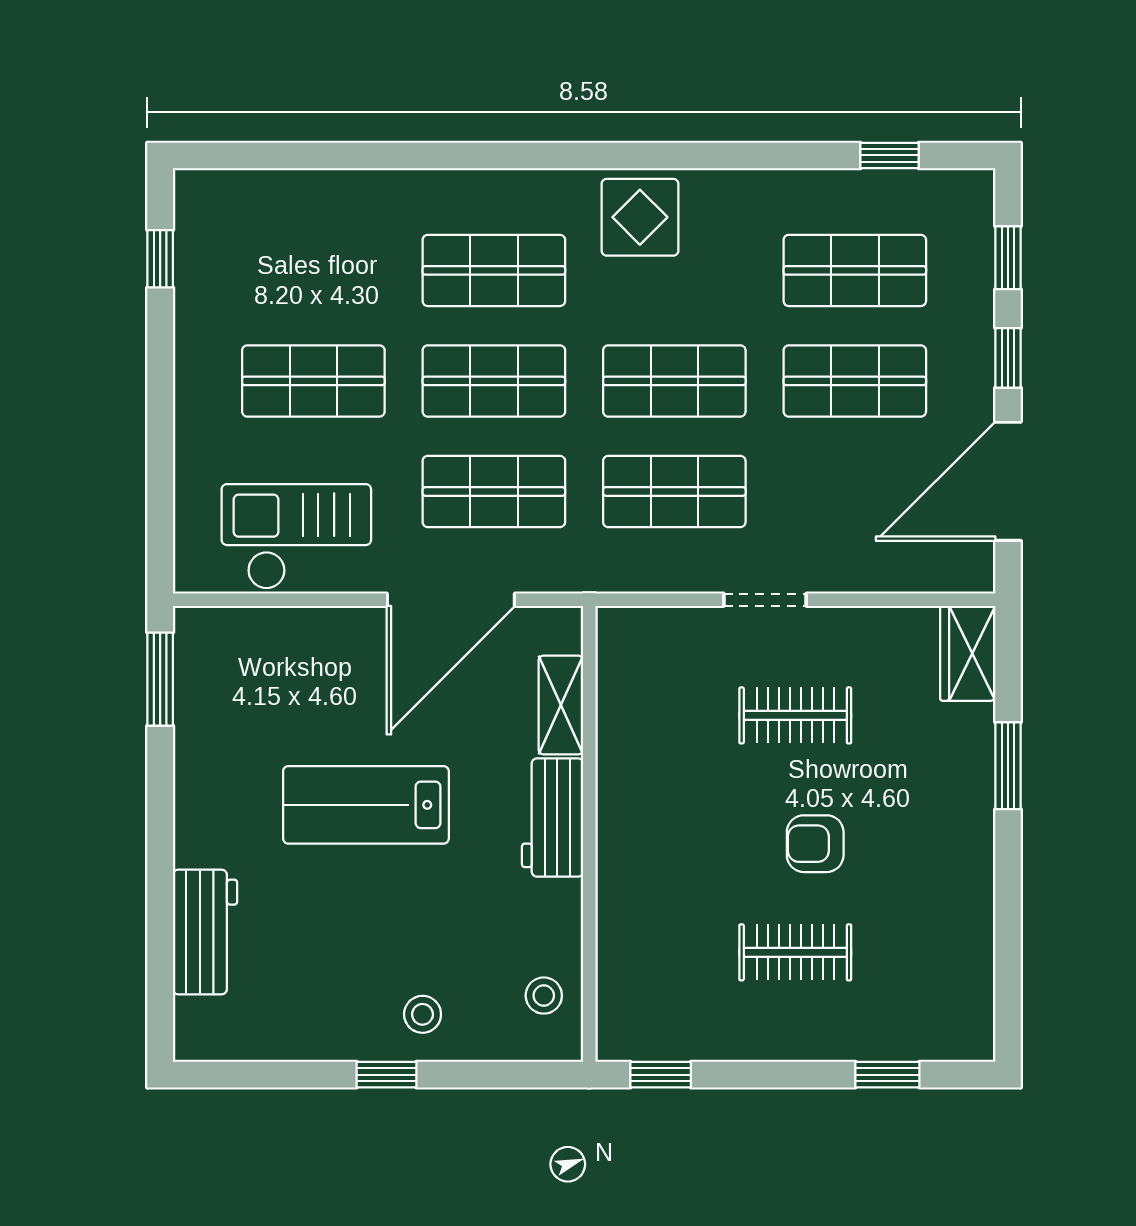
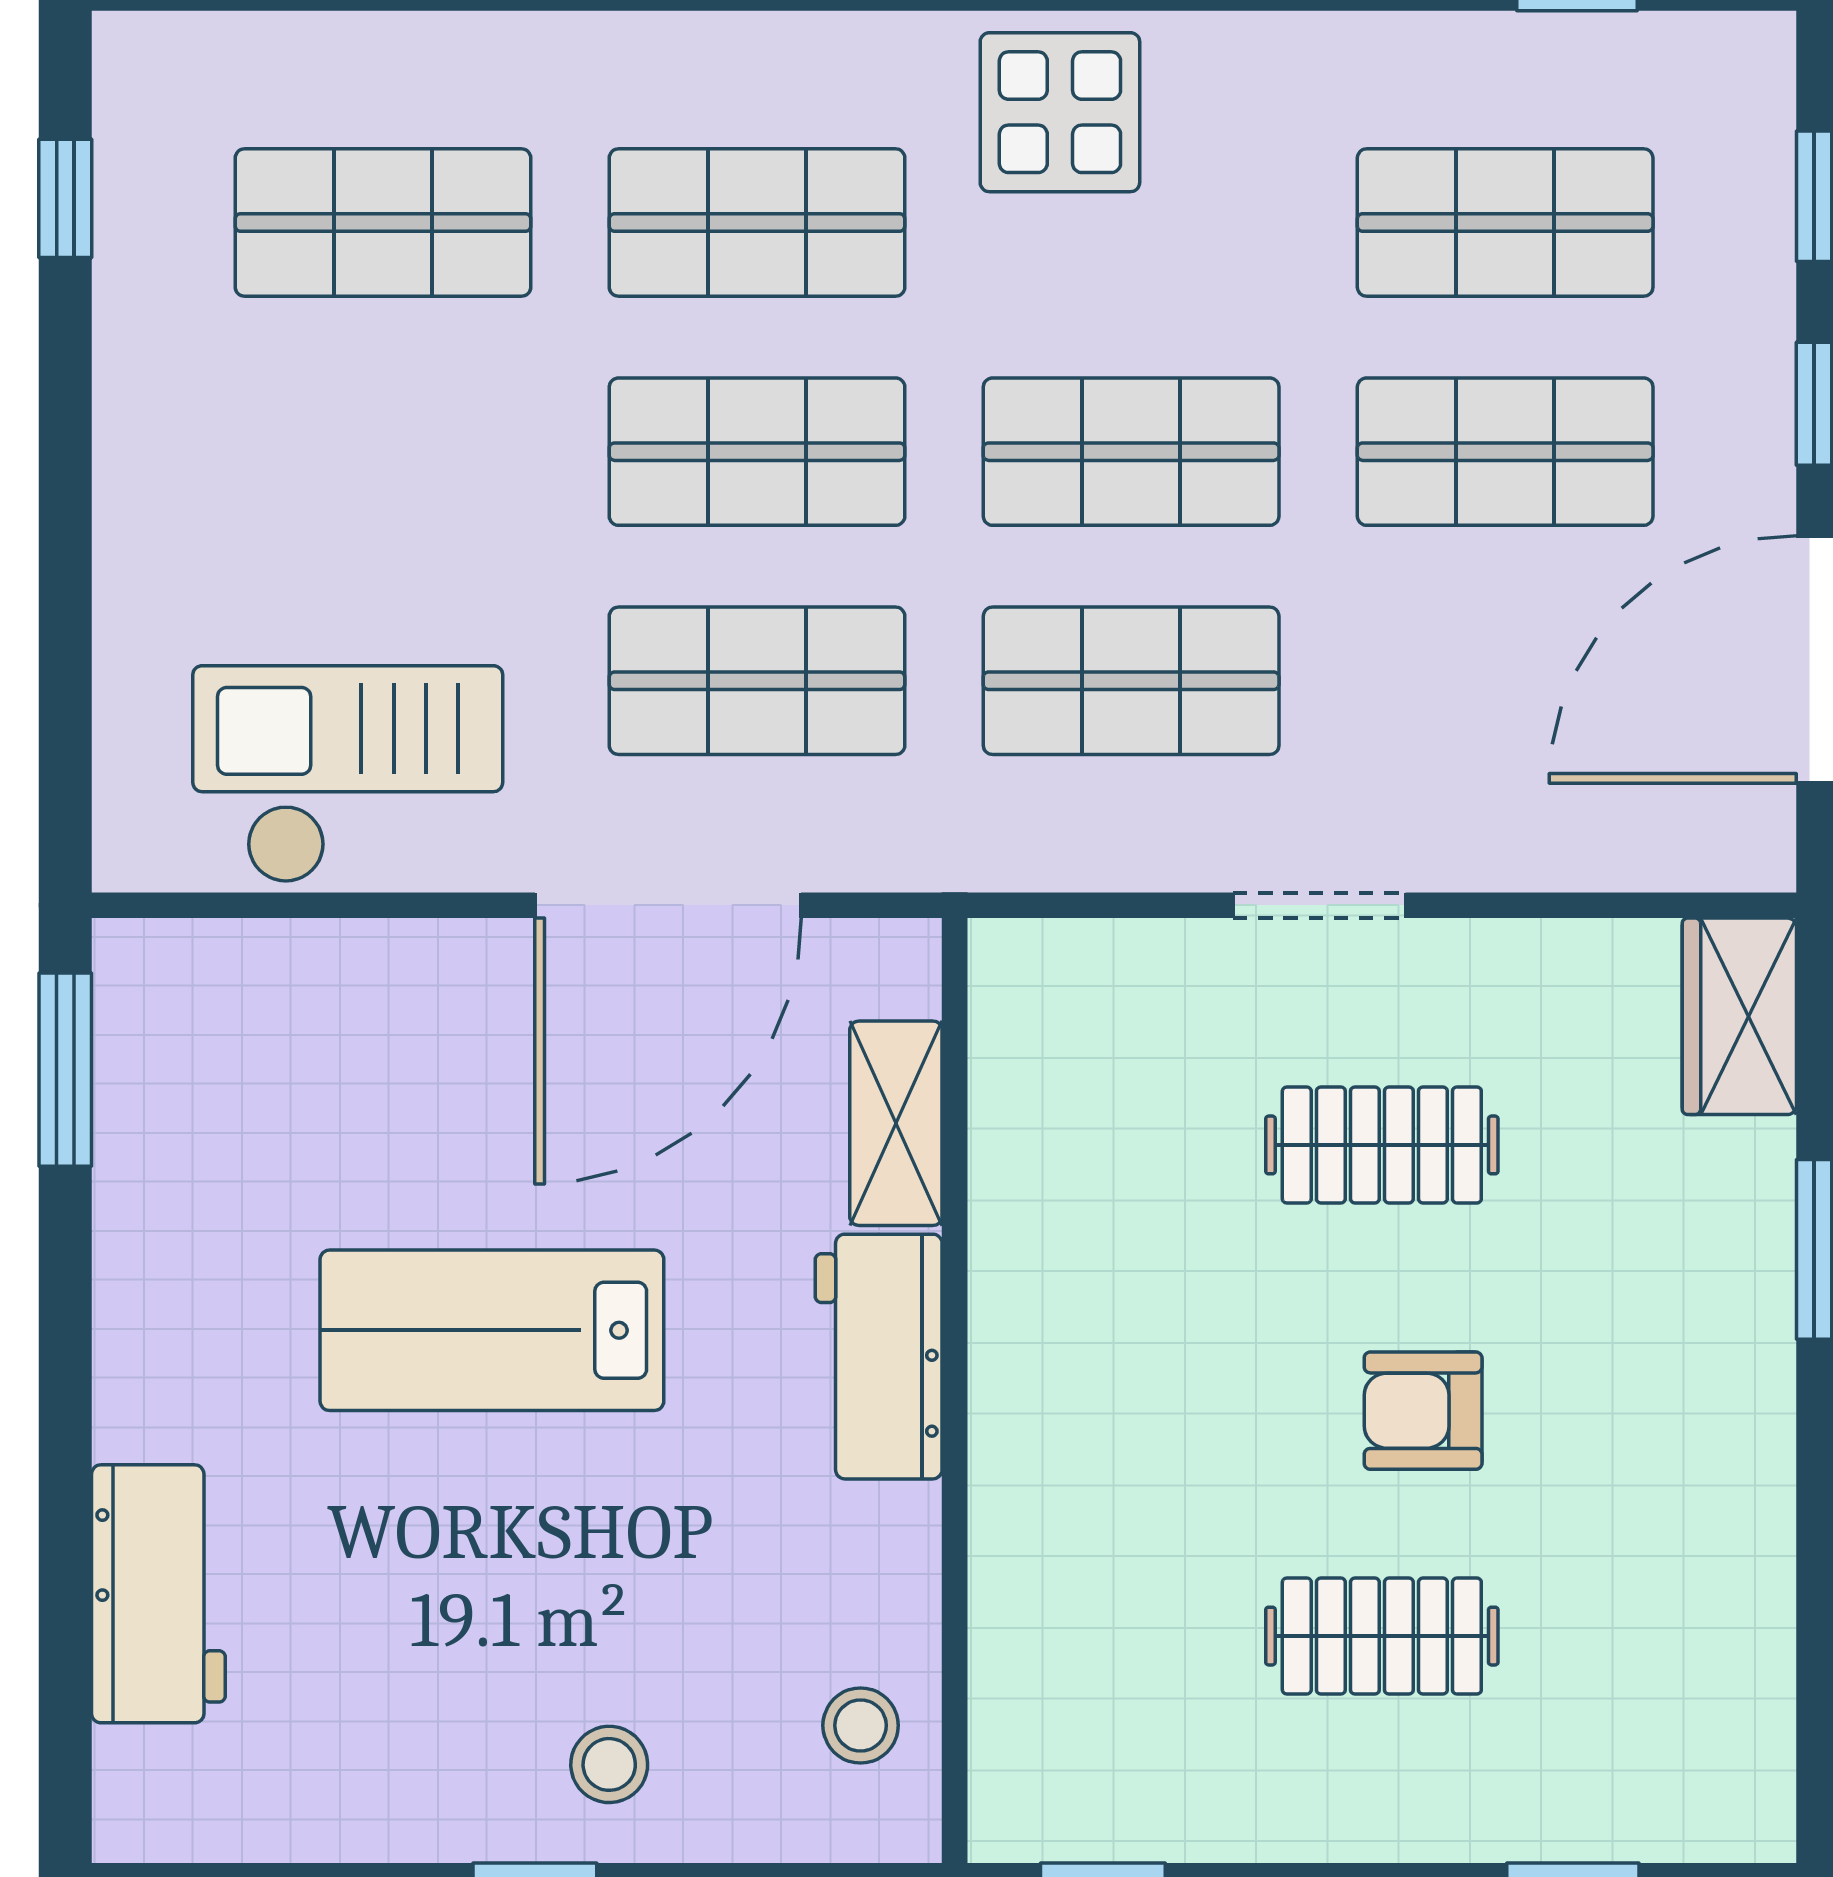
shop shelf: (313, 381) -> (383, 223), moved

